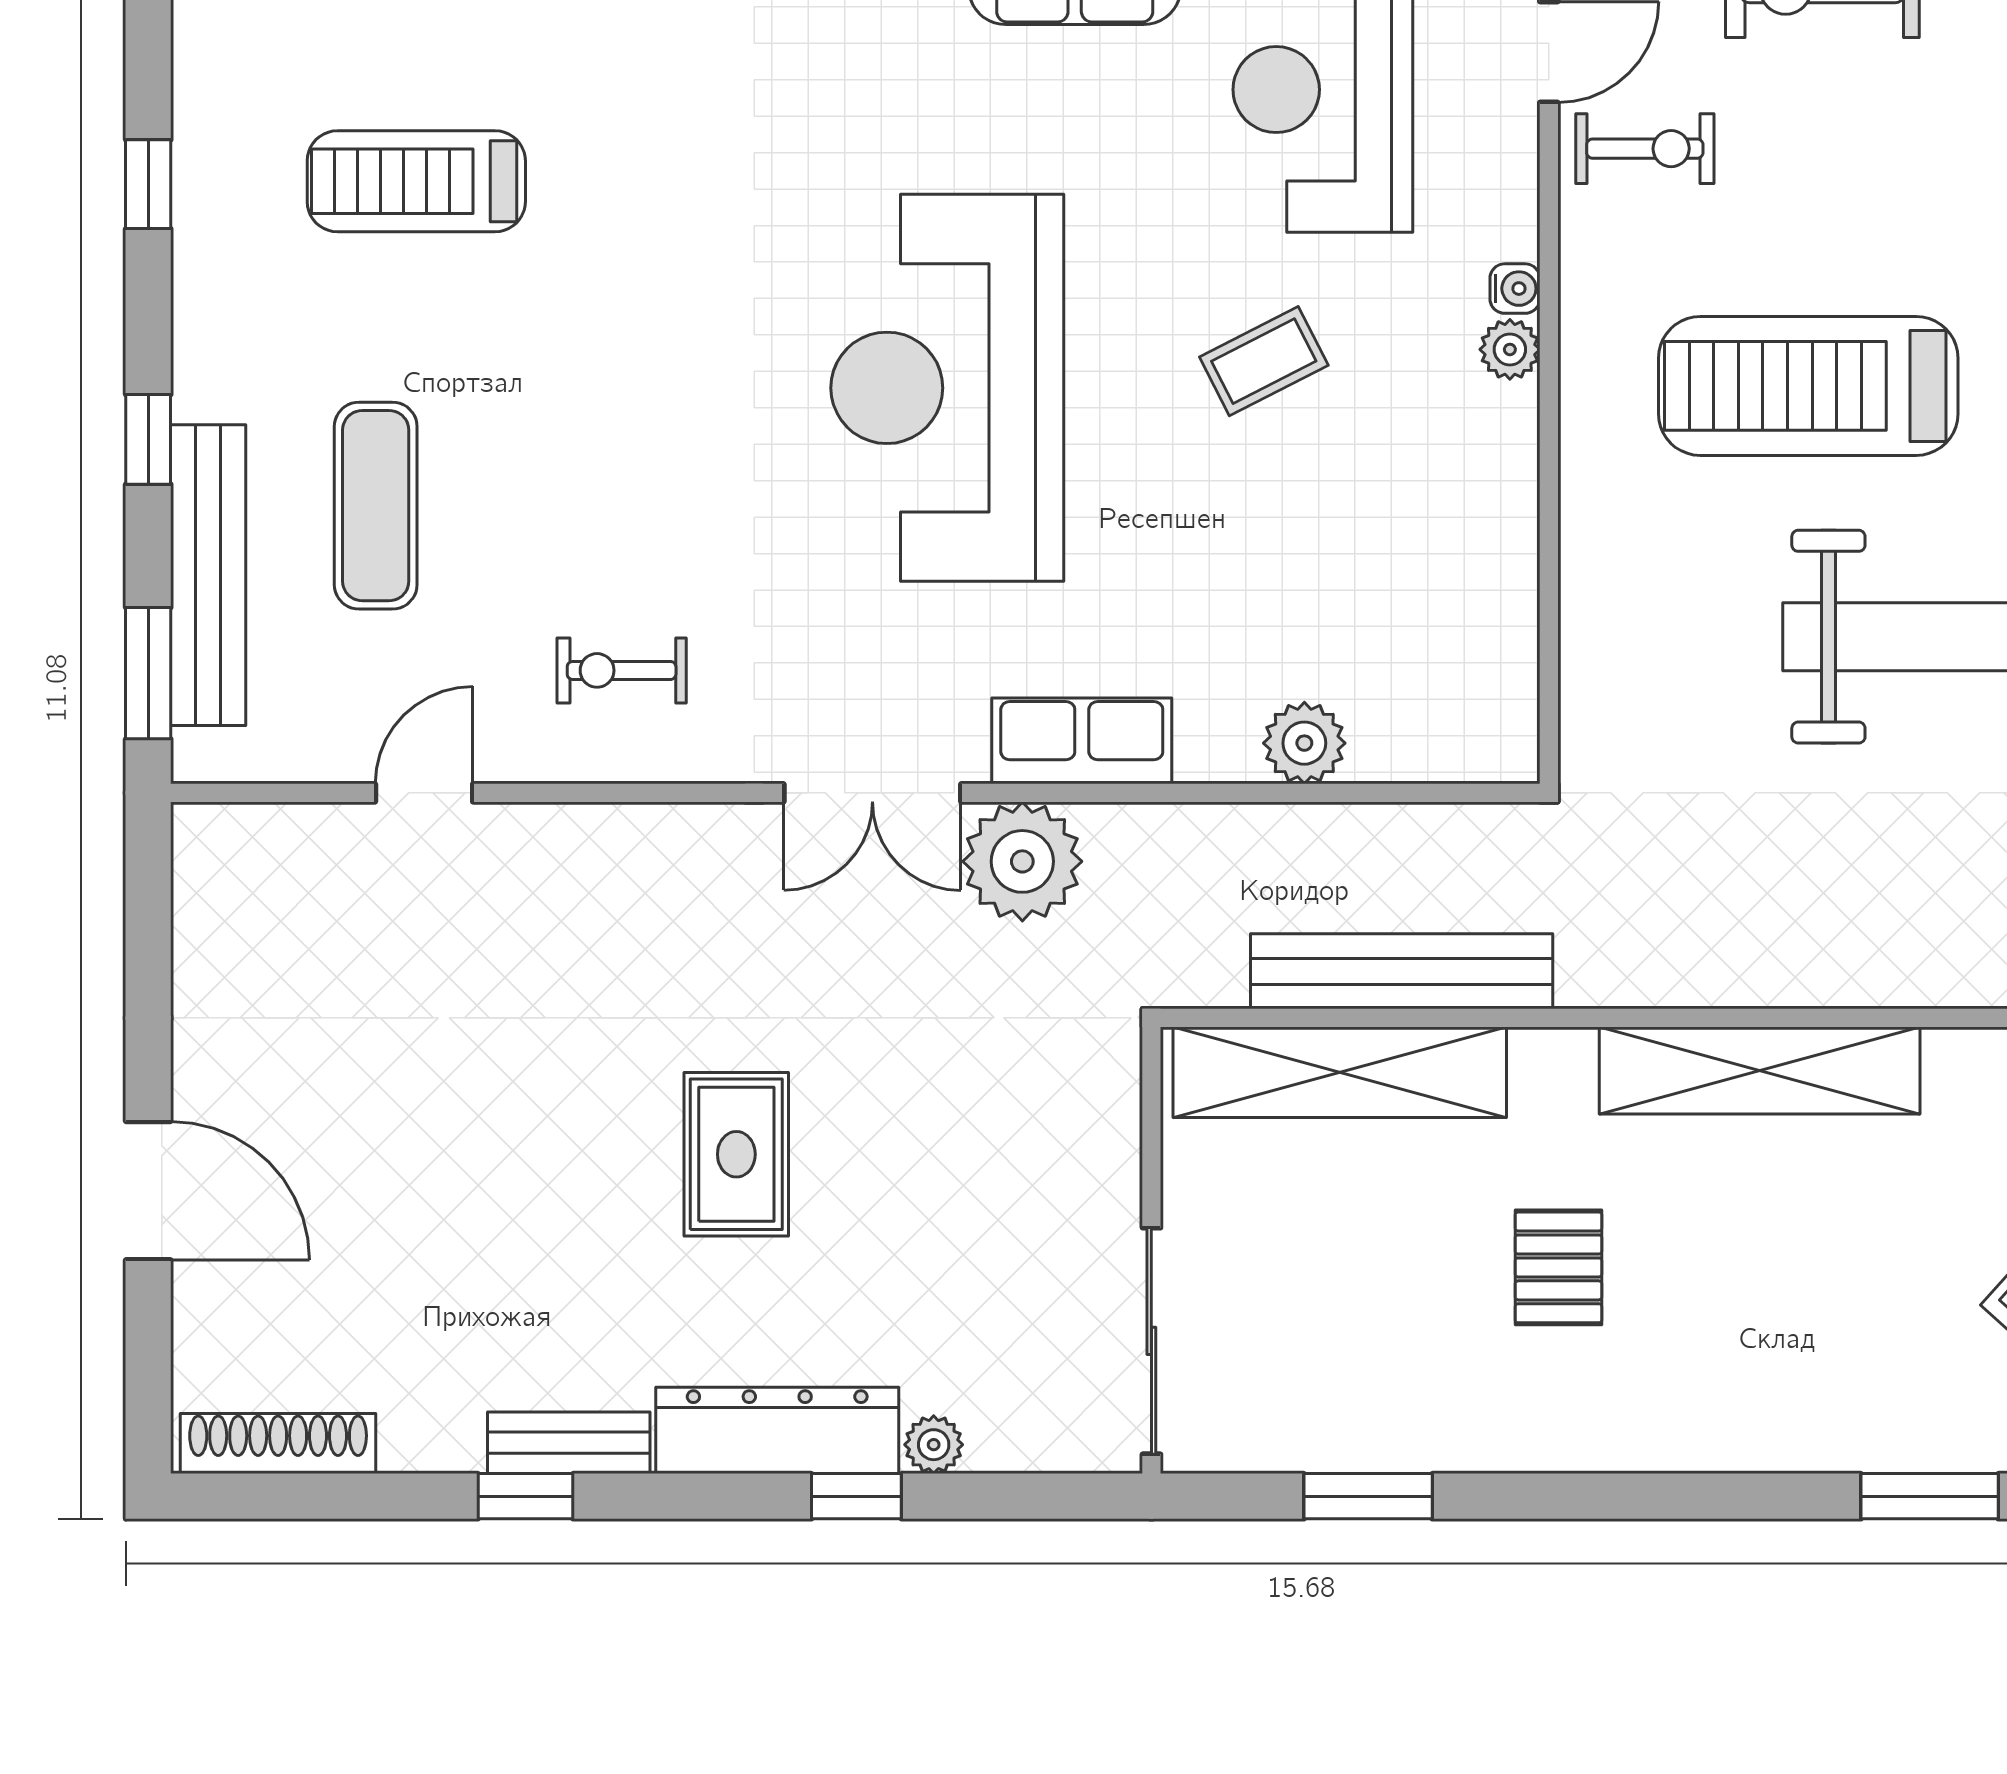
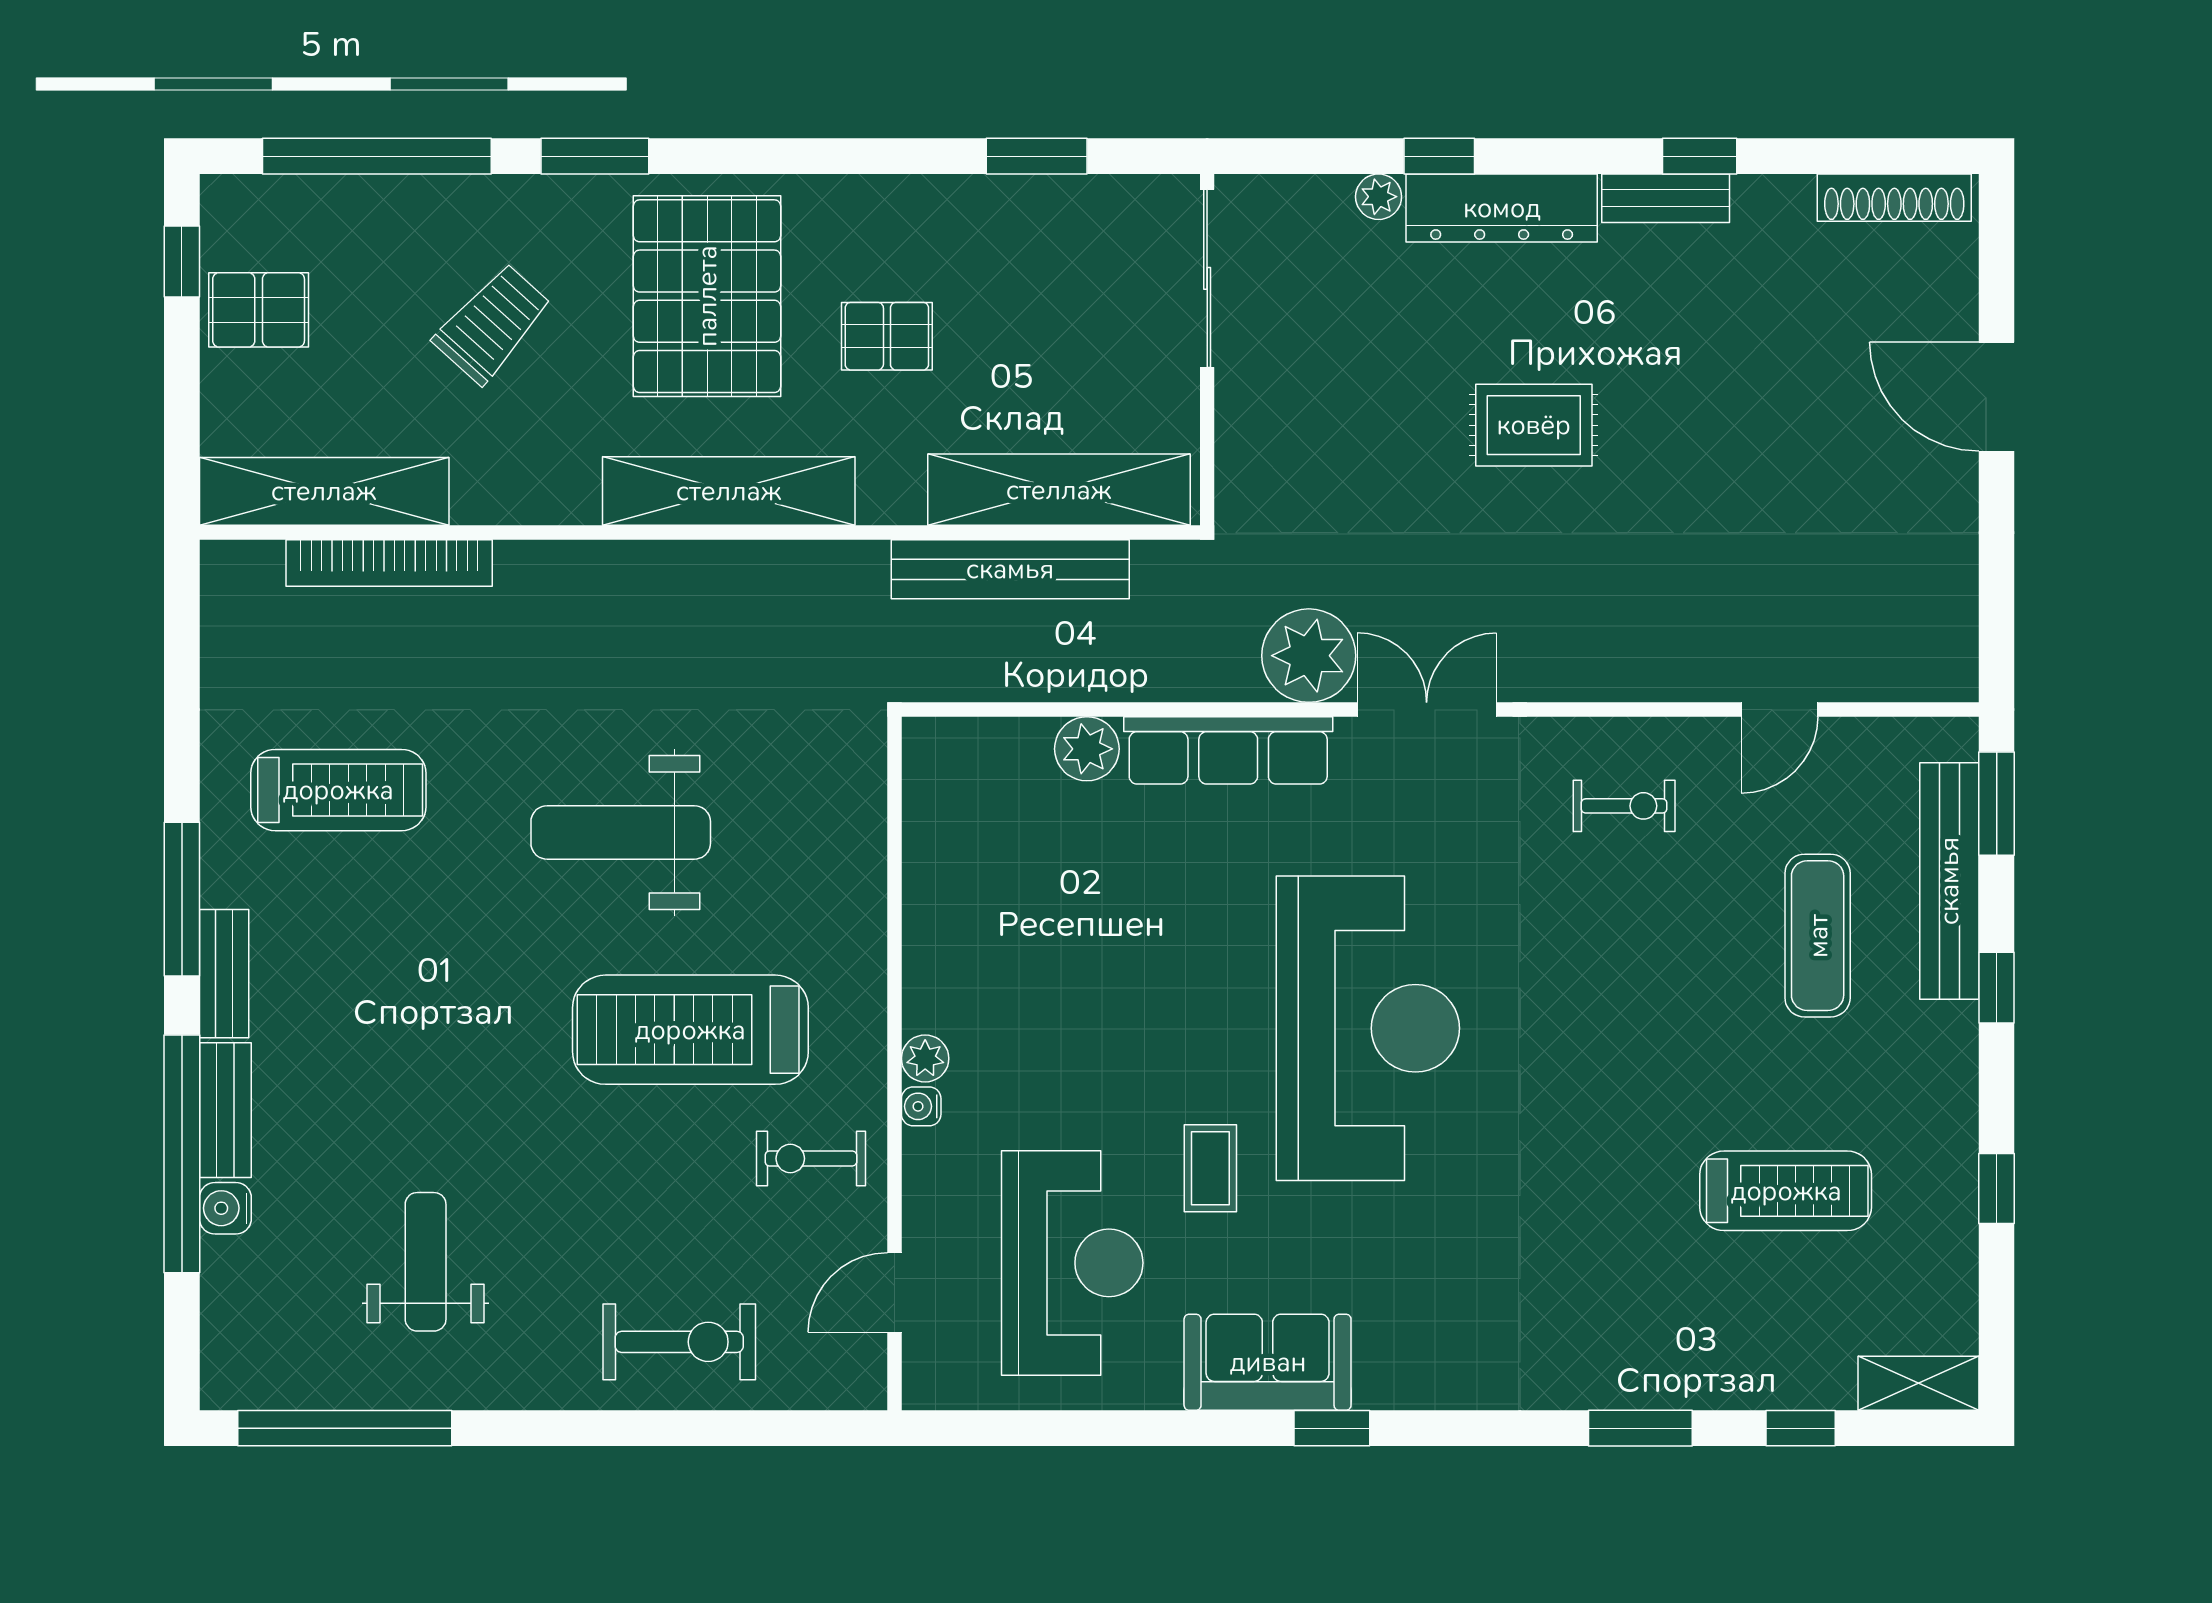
exercise bike: (1645, 149) -> (811, 1159), moved
coffee table: (1264, 361) -> (1210, 1168), moved, turned -63
treadmill: (1808, 386) -> (690, 1030), turned 180
row of seats: (1082, 741) -> (1228, 750), width x1.48
rug: (736, 1154) -> (1534, 425), turned 90
pallet: (1558, 1267) -> (887, 336), turned 90
pallet: (1787, 1318) -> (707, 296), added

